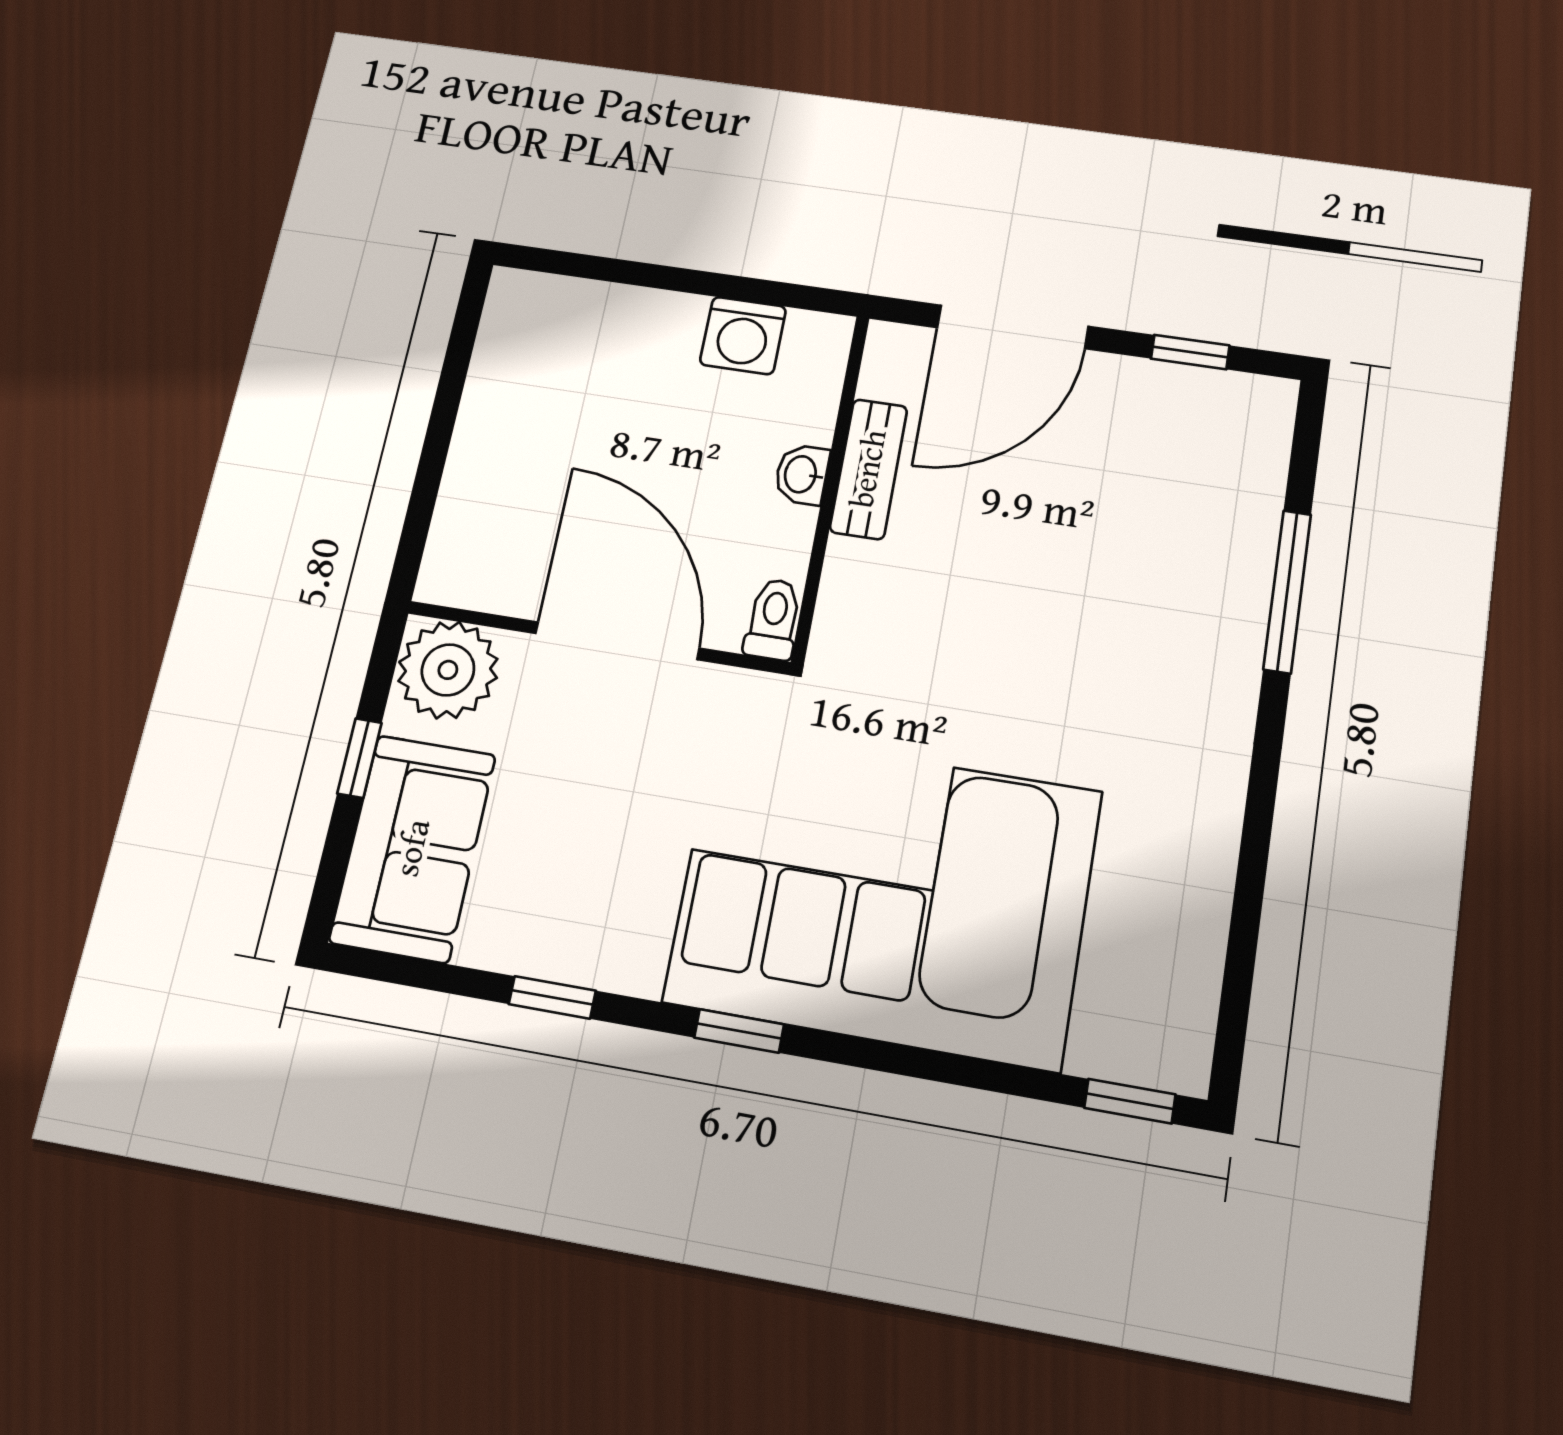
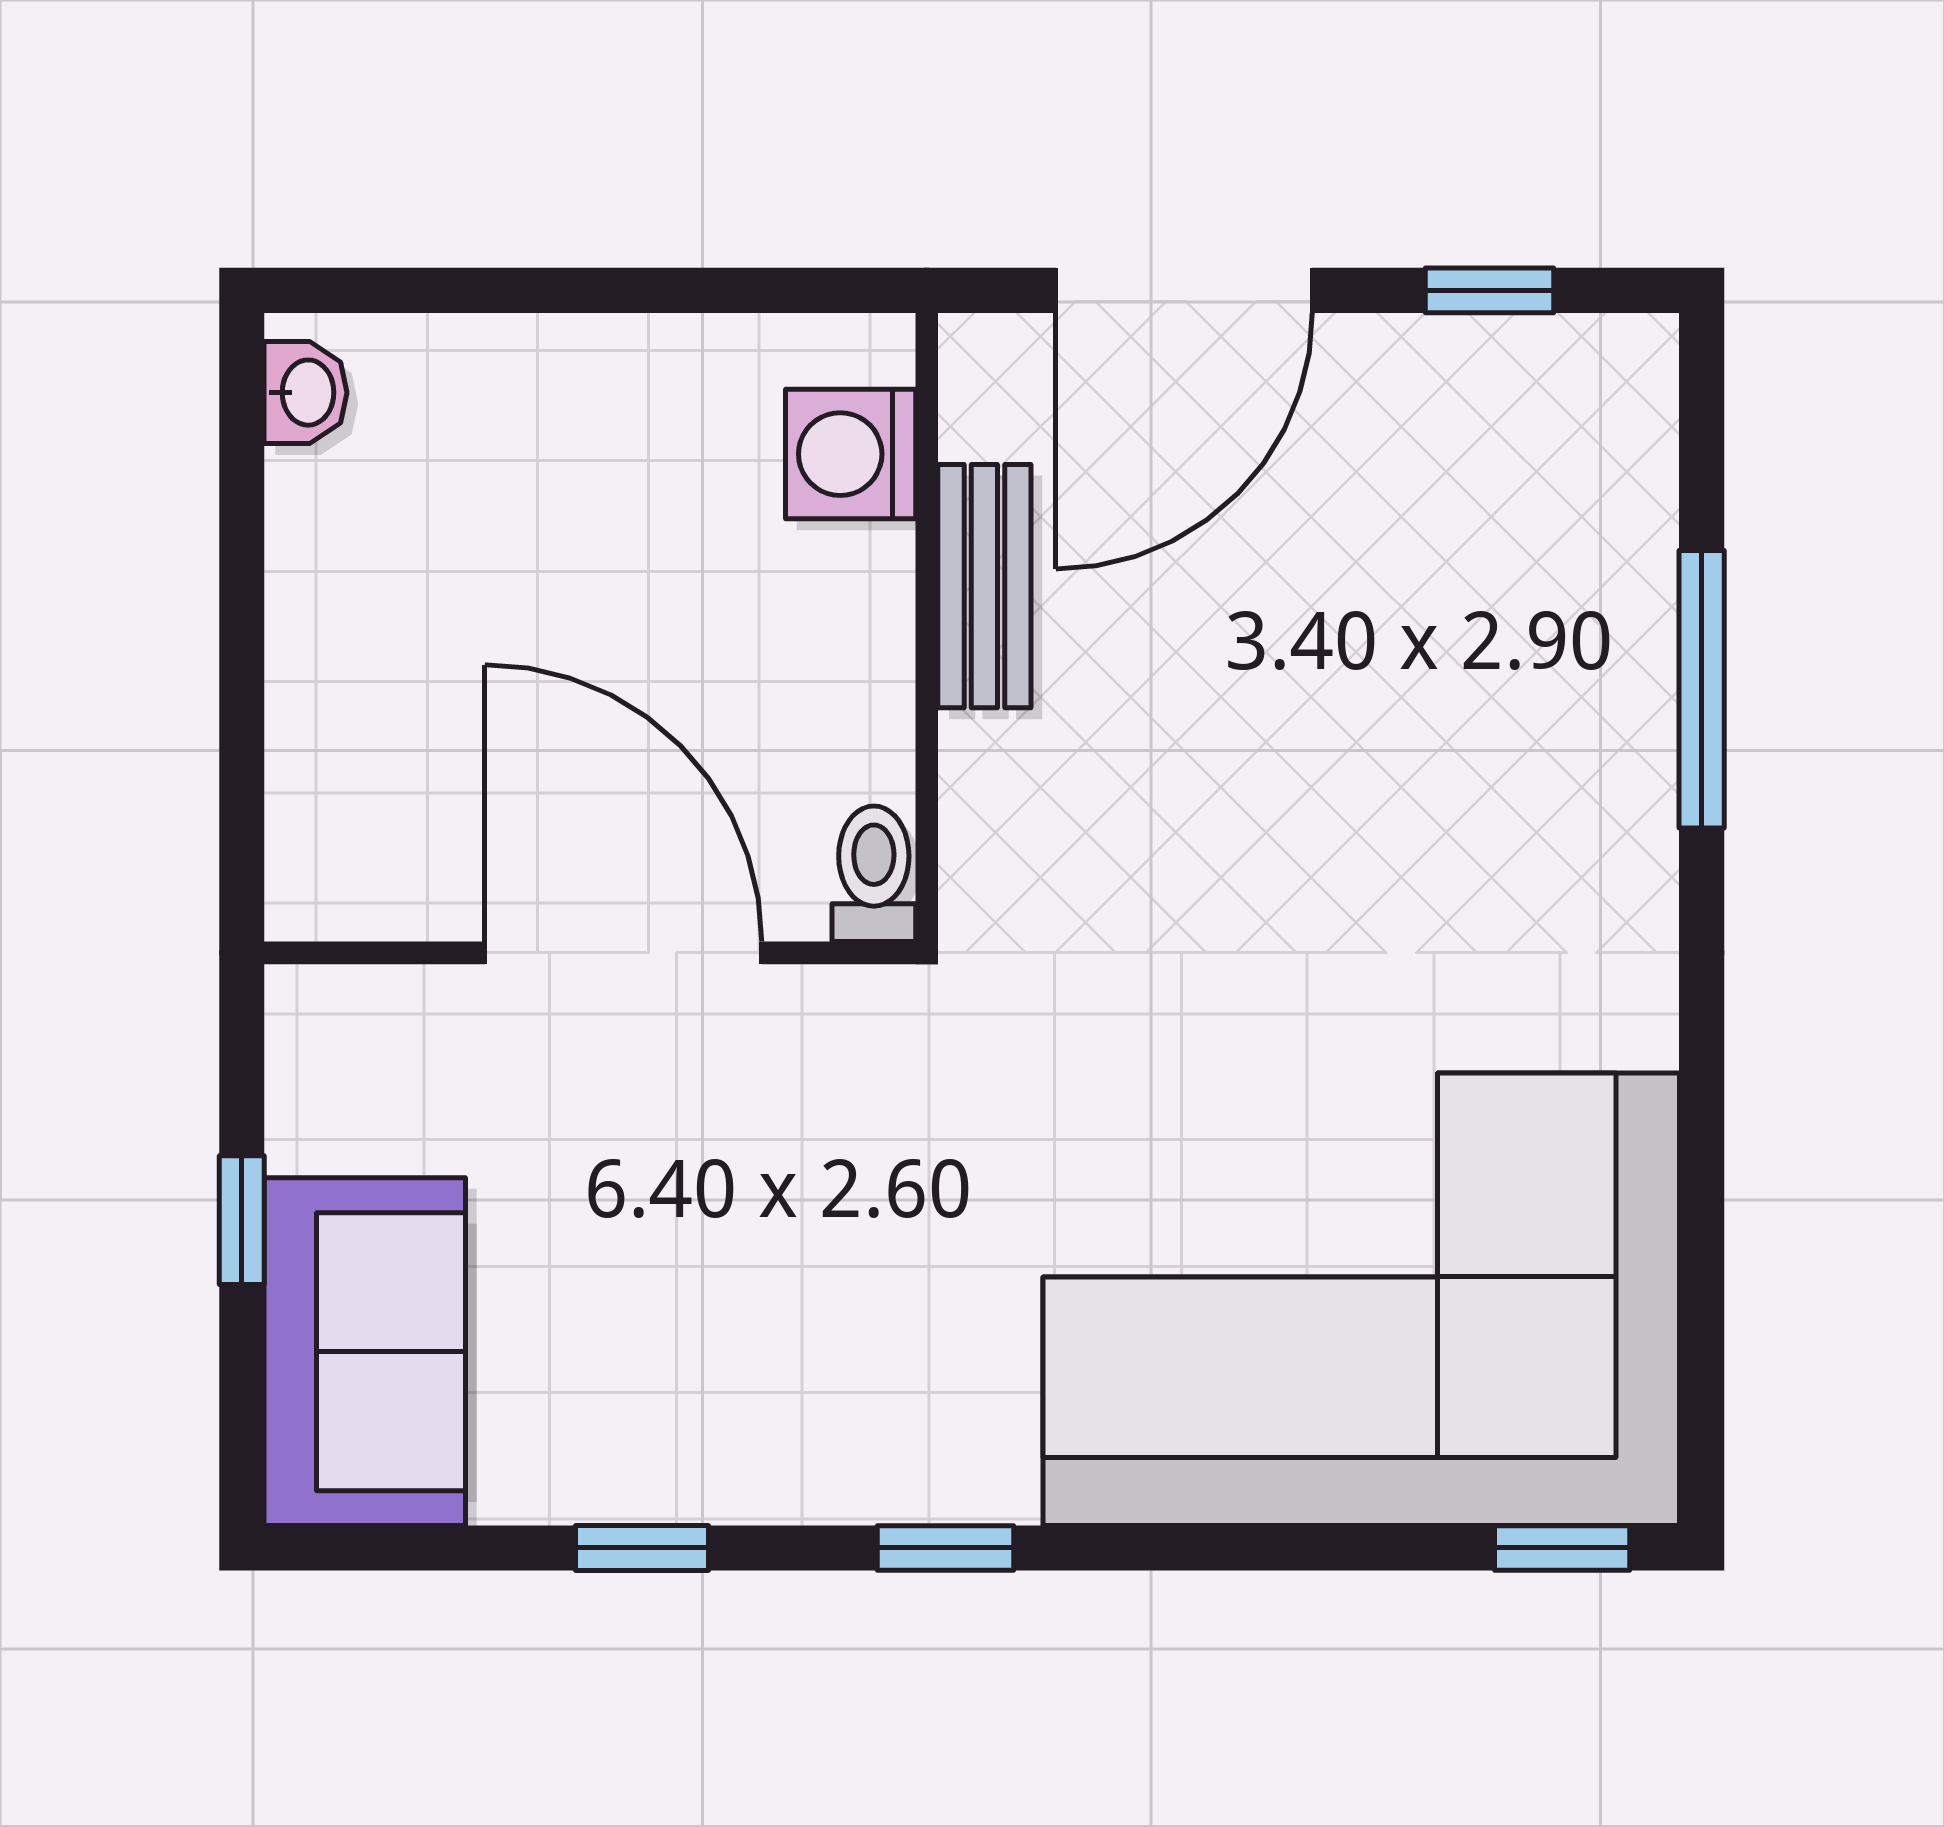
washing machine: (743, 336) -> (851, 454), moved, turned 90
washbasin: (802, 474) -> (306, 393), moved, turned 180
plant: (448, 670) -> (353, 1049), removed
corner sofa: (884, 896) -> (1361, 1299), moved

